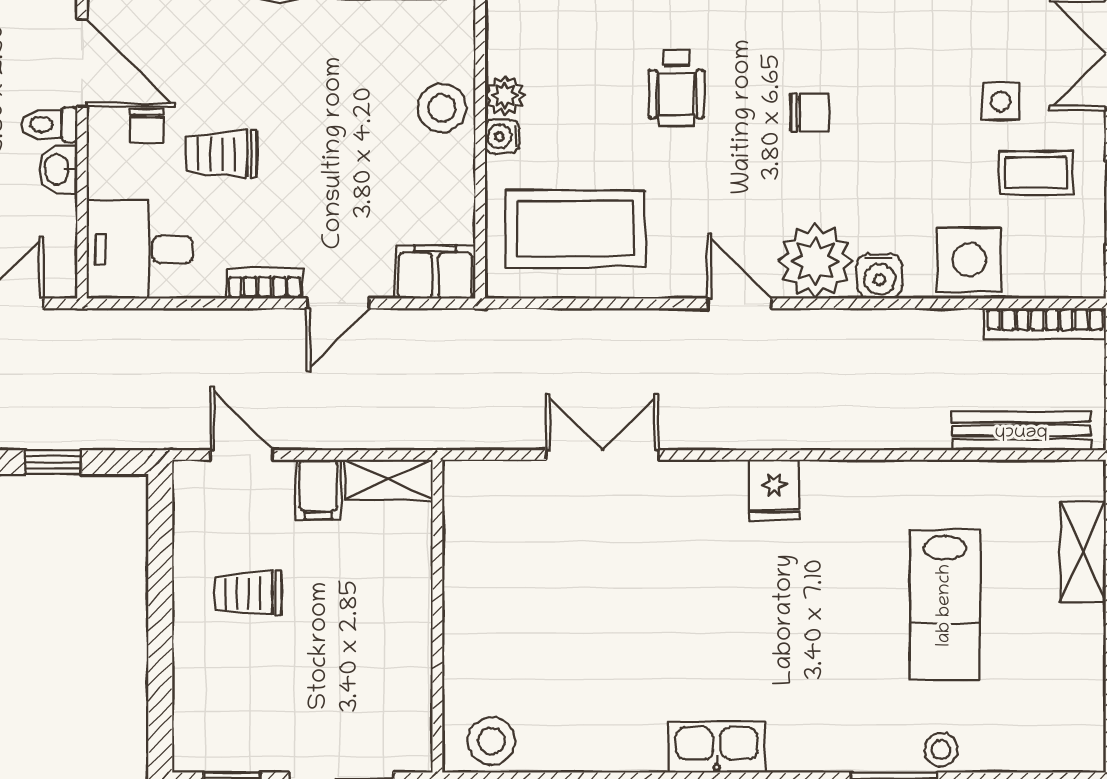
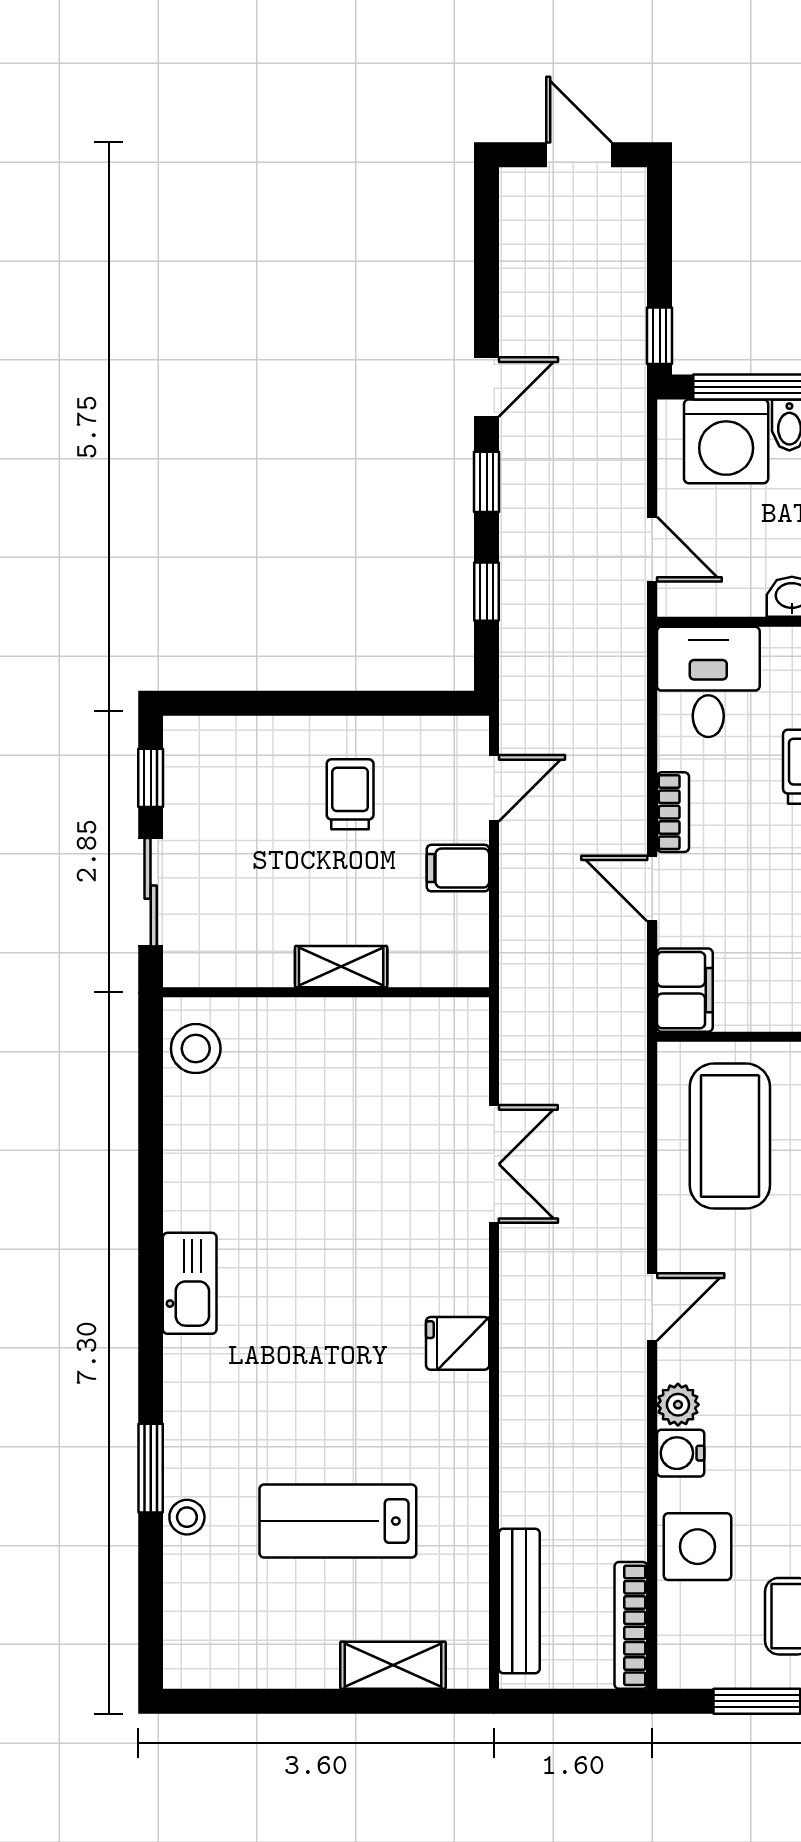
plant: (816, 261) -> (678, 1405), width x0.53, depth x0.53
shelving: (389, 480) -> (341, 967), moved, turned 90

